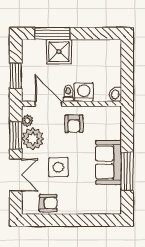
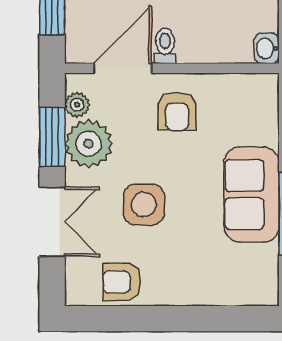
washing machine: (84, 92) -> (198, 44), removed
door: (49, 104) -> (123, 68), hinge flipped
armchair: (48, 203) -> (122, 282), turned 180

